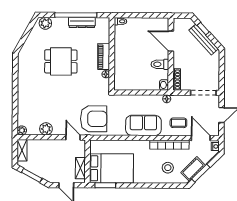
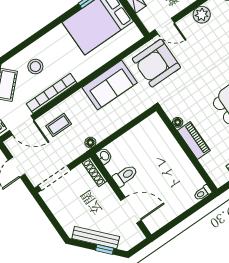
sofa: (143, 125) -> (110, 85), moved

